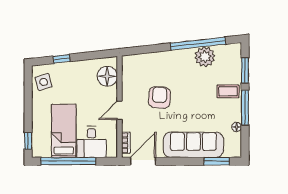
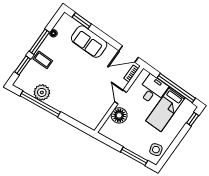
window: (61, 59) -> (134, 156), width x2.17
floor lamp: (107, 76) -> (119, 115), moved
armchair: (159, 97) -> (89, 87), removed
door: (119, 110) -> (121, 97), swing flipped
sofa: (193, 145) -> (89, 42), width x0.73

